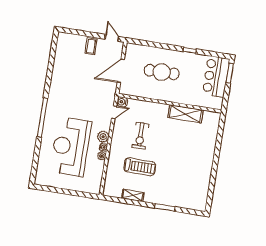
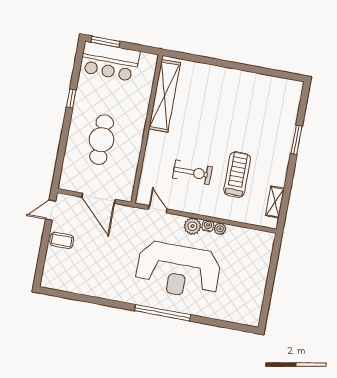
water cooler: (122, 102) -> (143, 198), removed
shelving: (185, 114) -> (165, 96), width x1.47
reception desk: (71, 147) -> (178, 270), moved
shelving: (133, 195) -> (275, 202), moved

